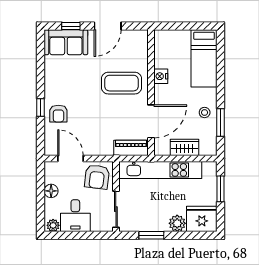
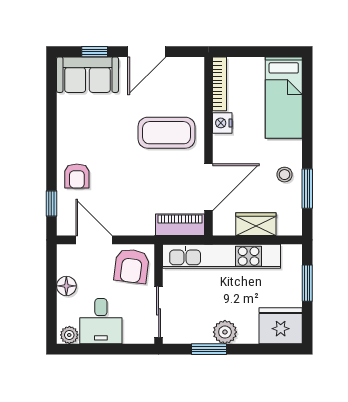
bookcase: (159, 49) -> (220, 84), added
window: (41, 108) -> (51, 204), moved
plant: (177, 223) -> (225, 332), moved

